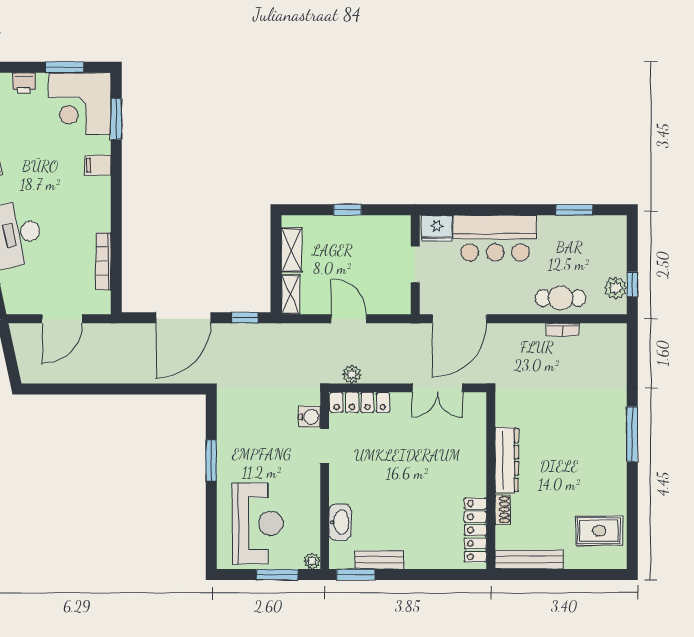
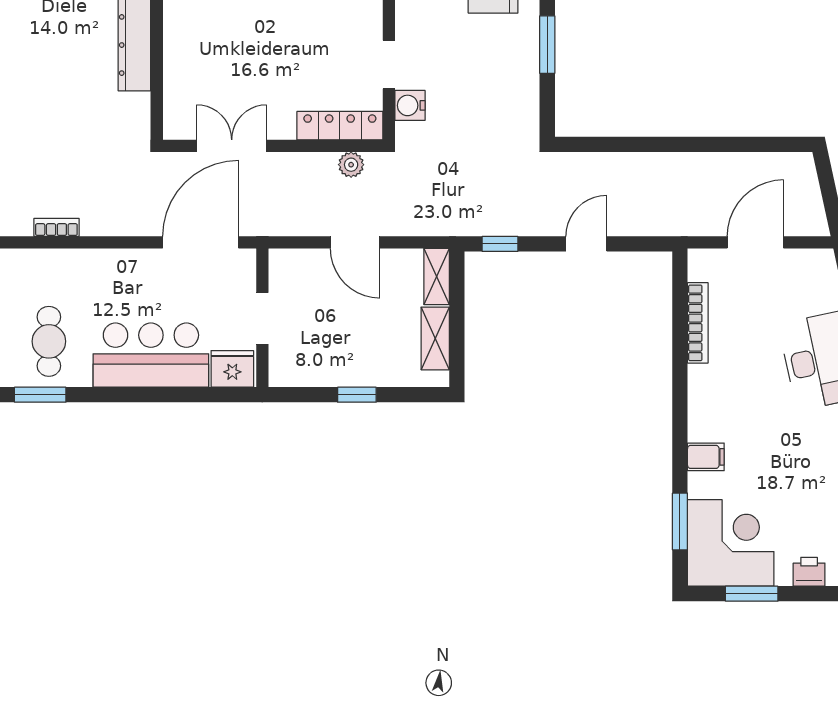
cafe table: (561, 298) -> (49, 341), moved, turned 90
door: (183, 318) -> (586, 244), width x0.53

